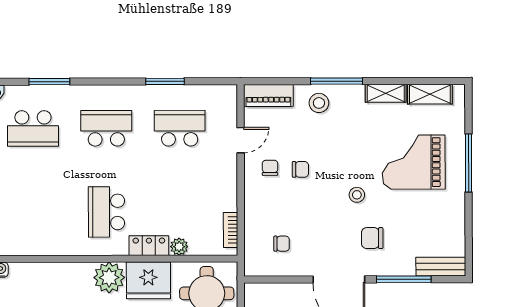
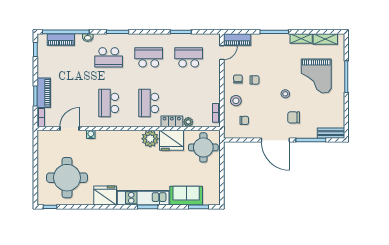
stool: (319, 103) -> (236, 101), moved
door: (241, 140) -> (222, 53), moved
grand piano: (414, 162) -> (316, 76), turned -90
school desk: (33, 212) -> (109, 103), added

